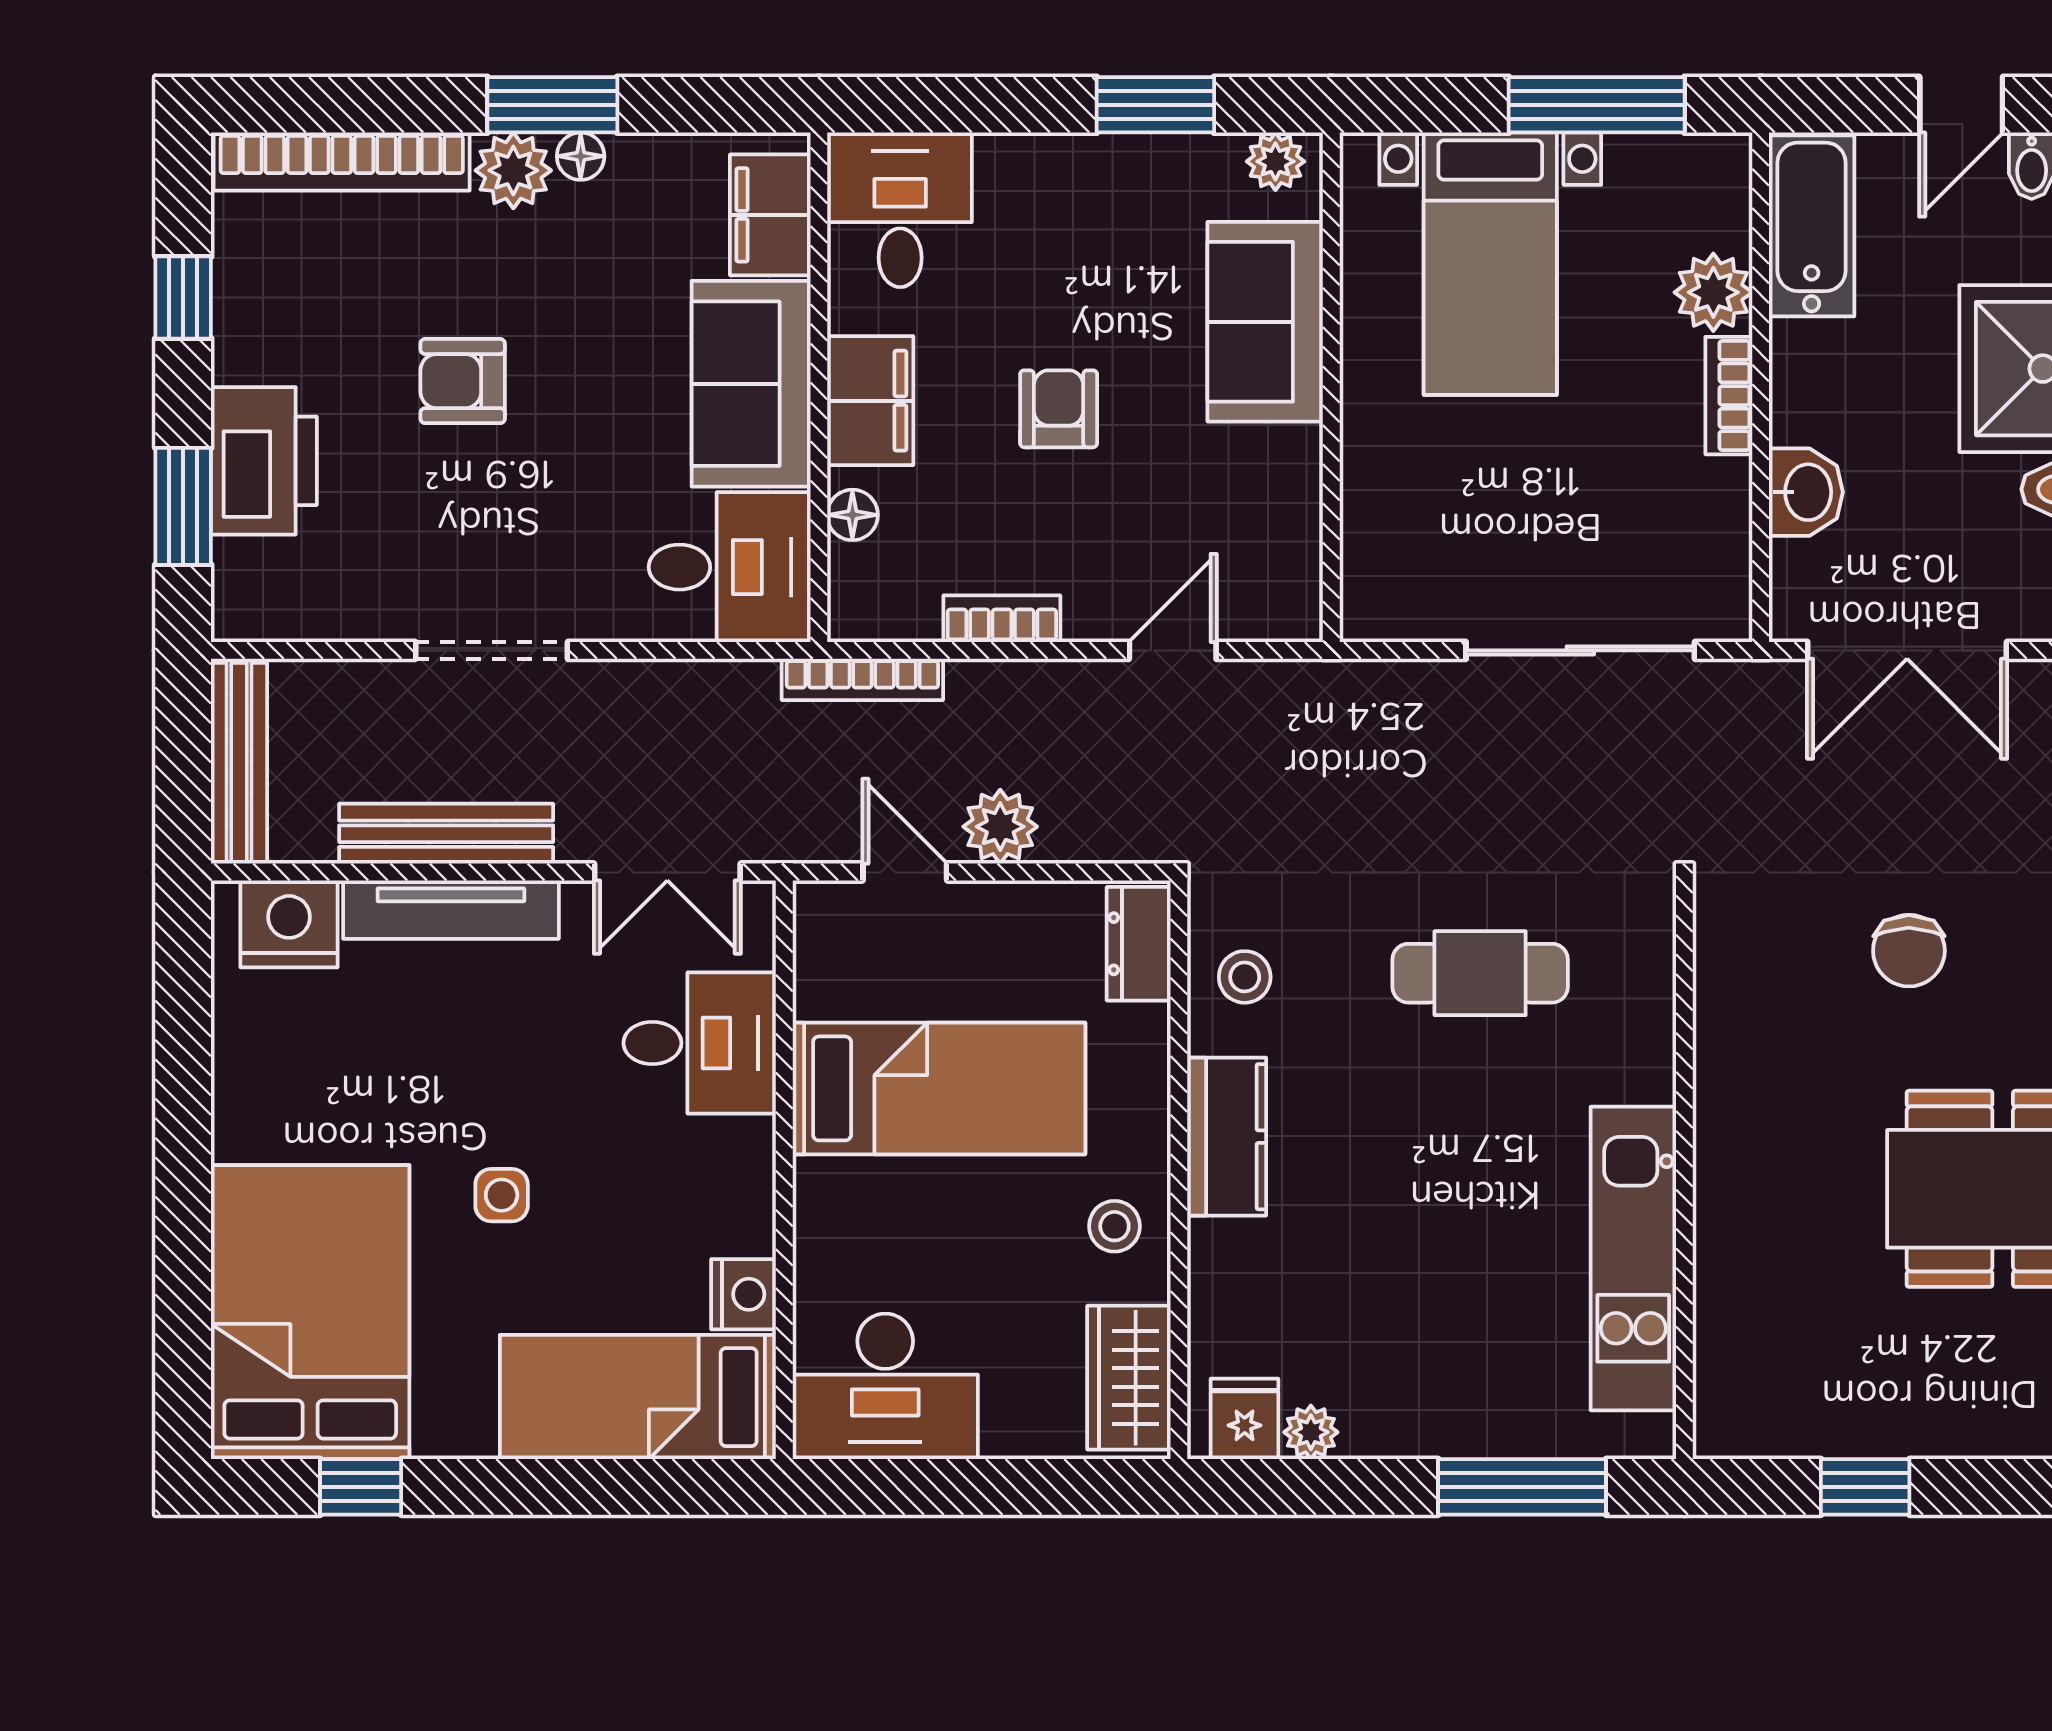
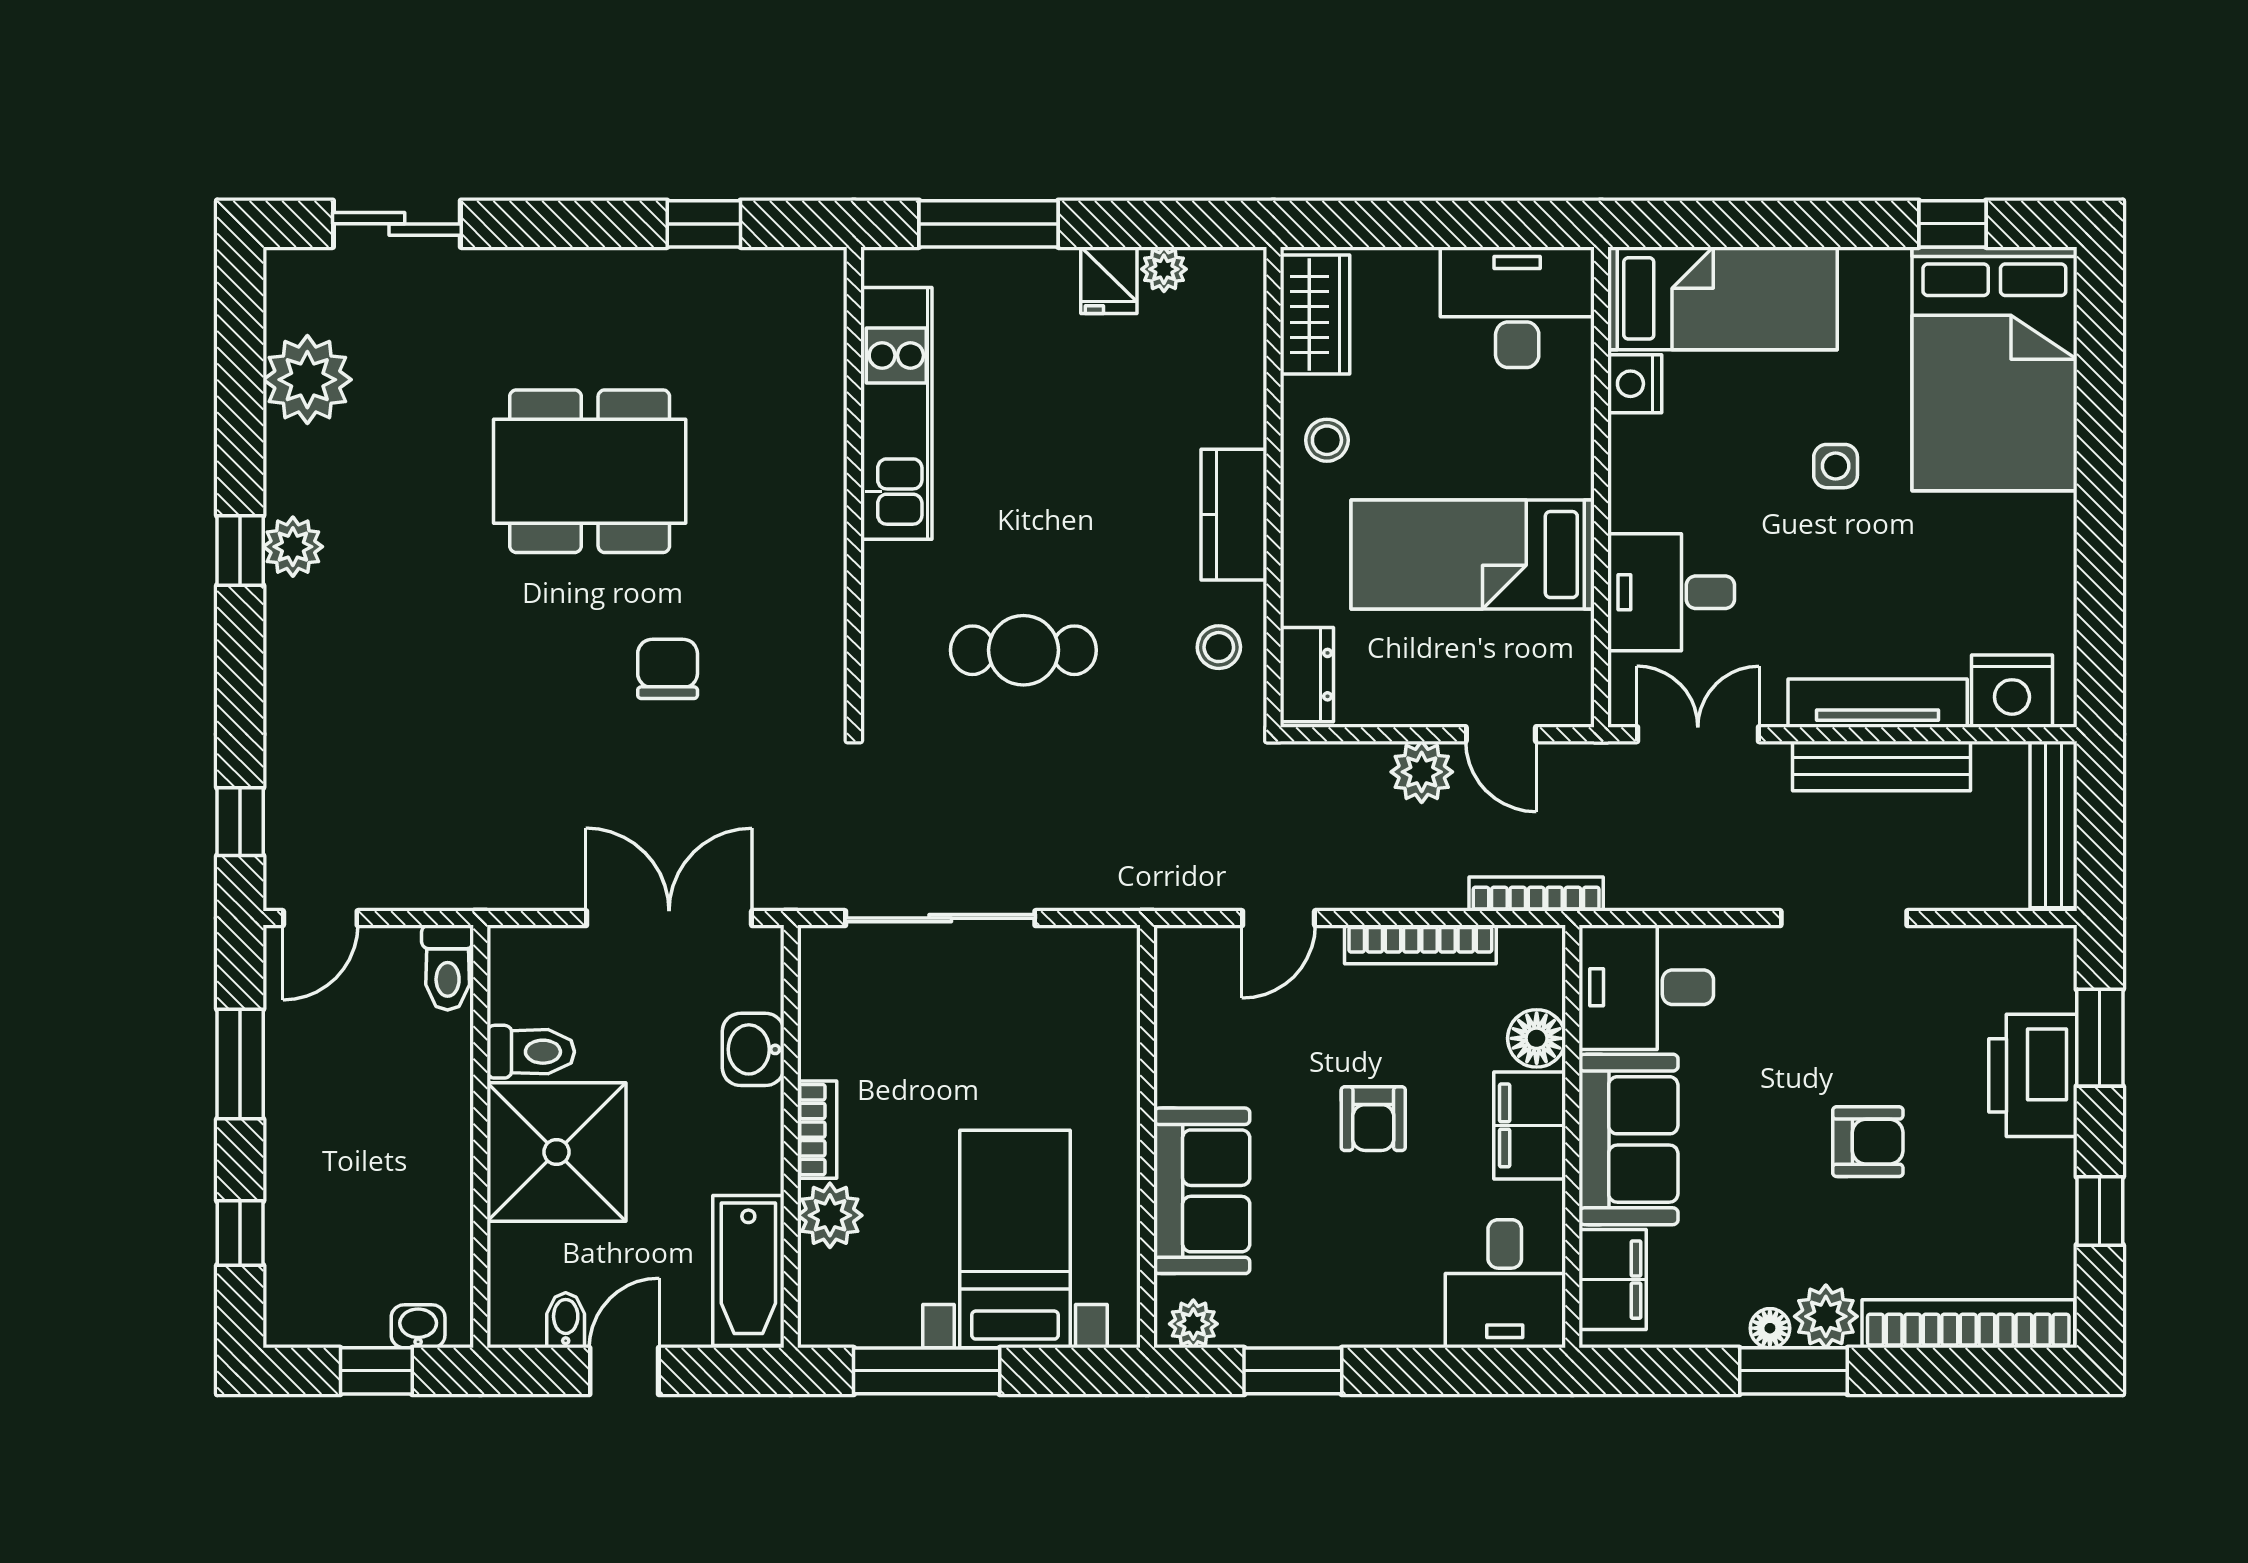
floor lamp: (852, 515) -> (1537, 1038), width x1.37, depth x1.37
bookcase: (1002, 619) -> (1420, 944), width x1.56
fridge: (1245, 1419) -> (1109, 280), moved

